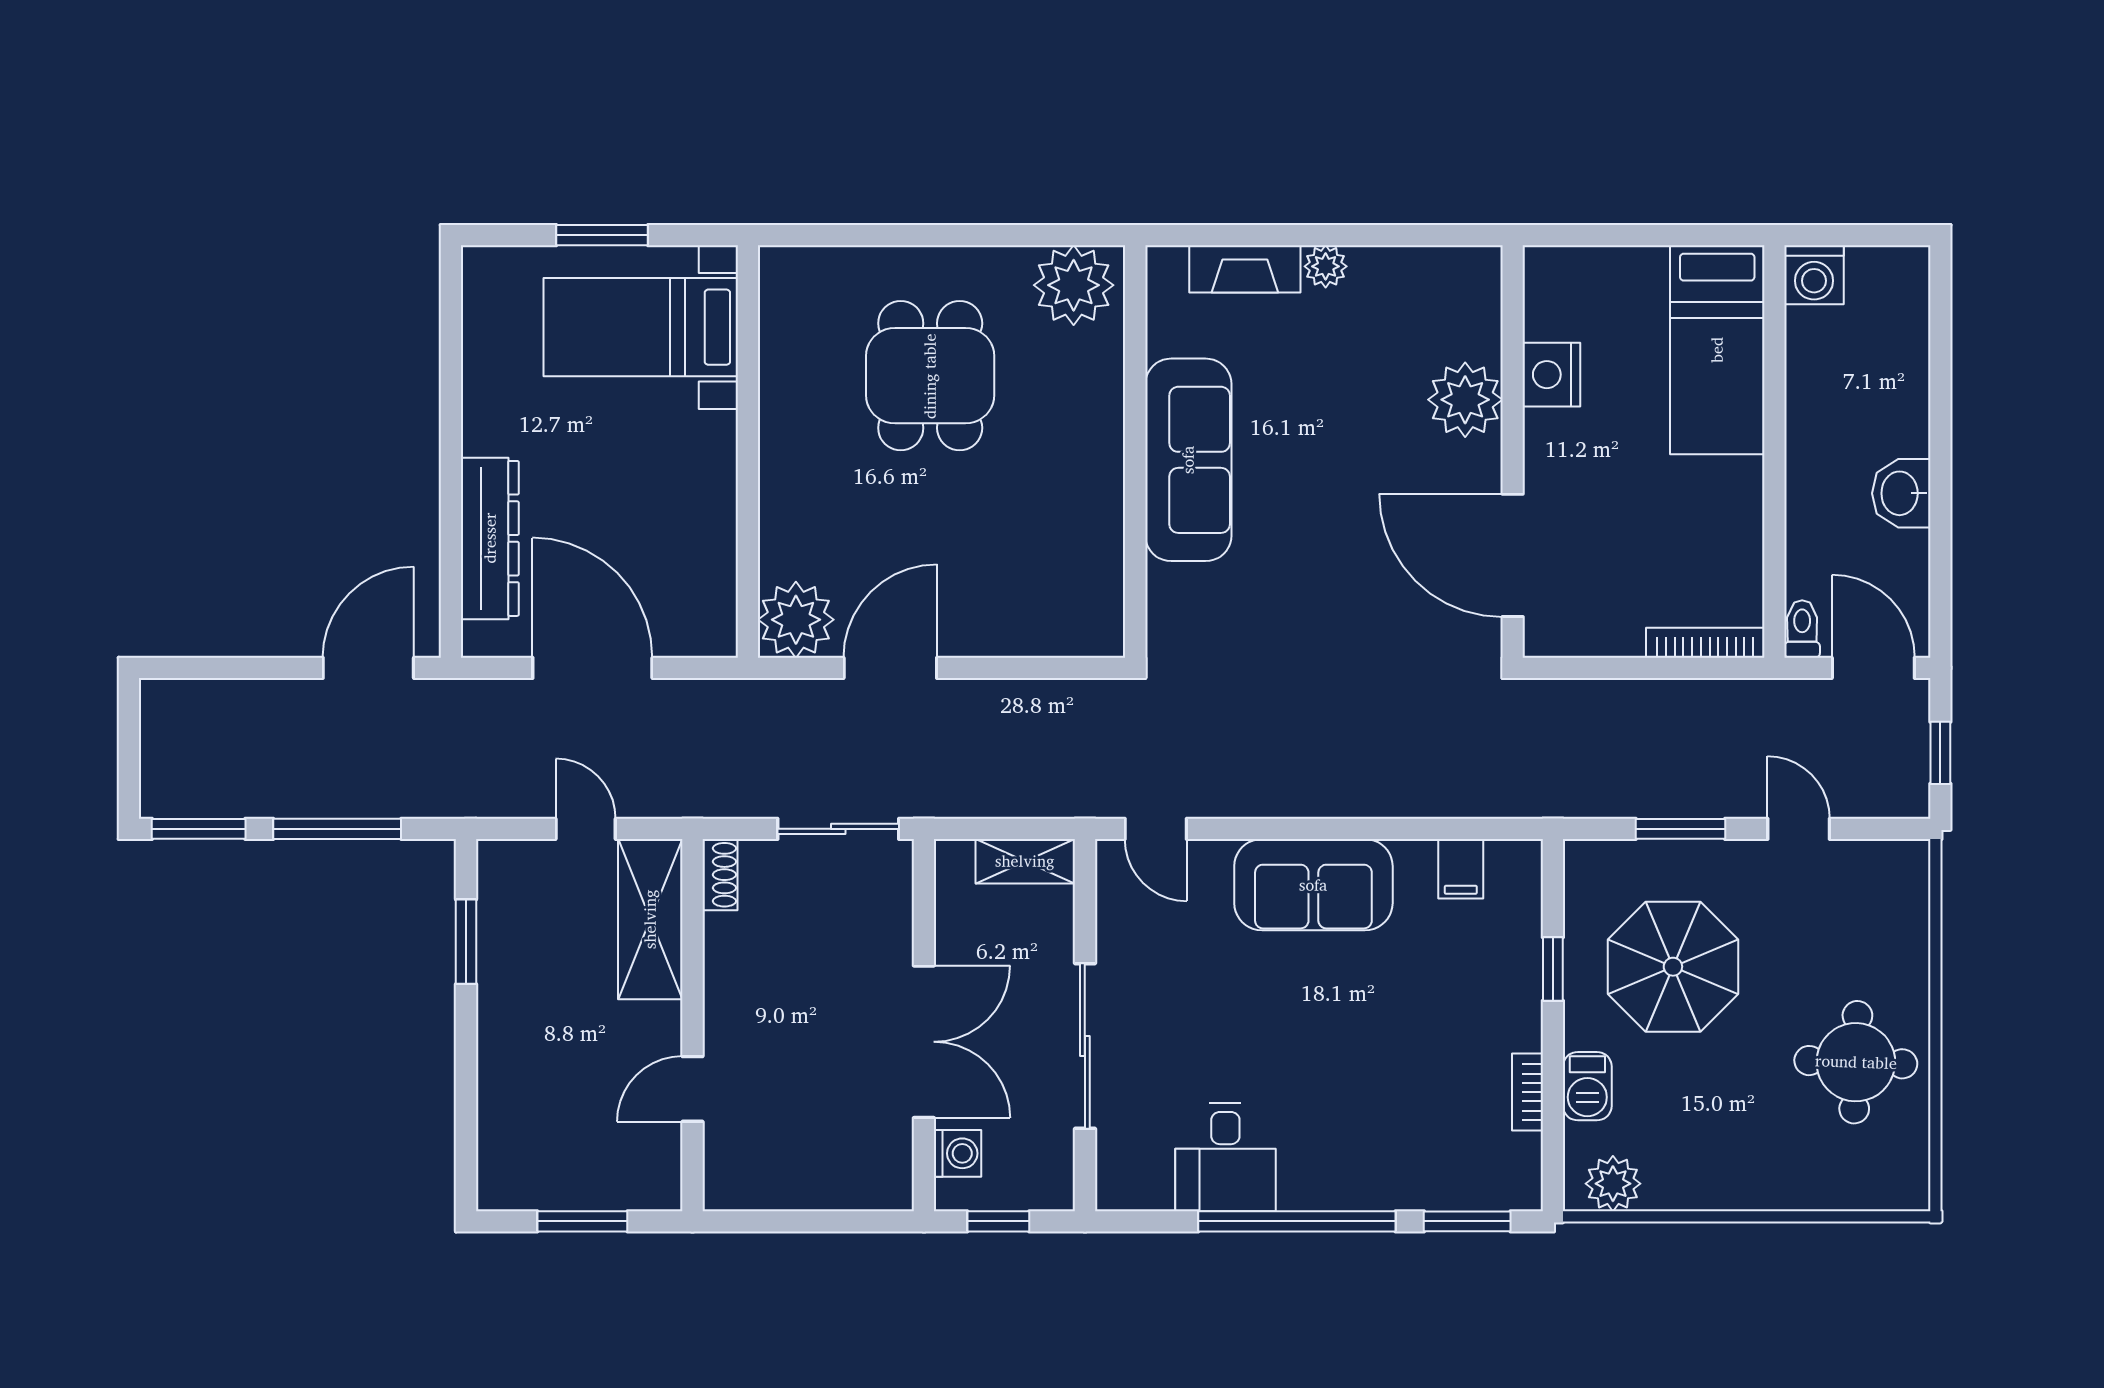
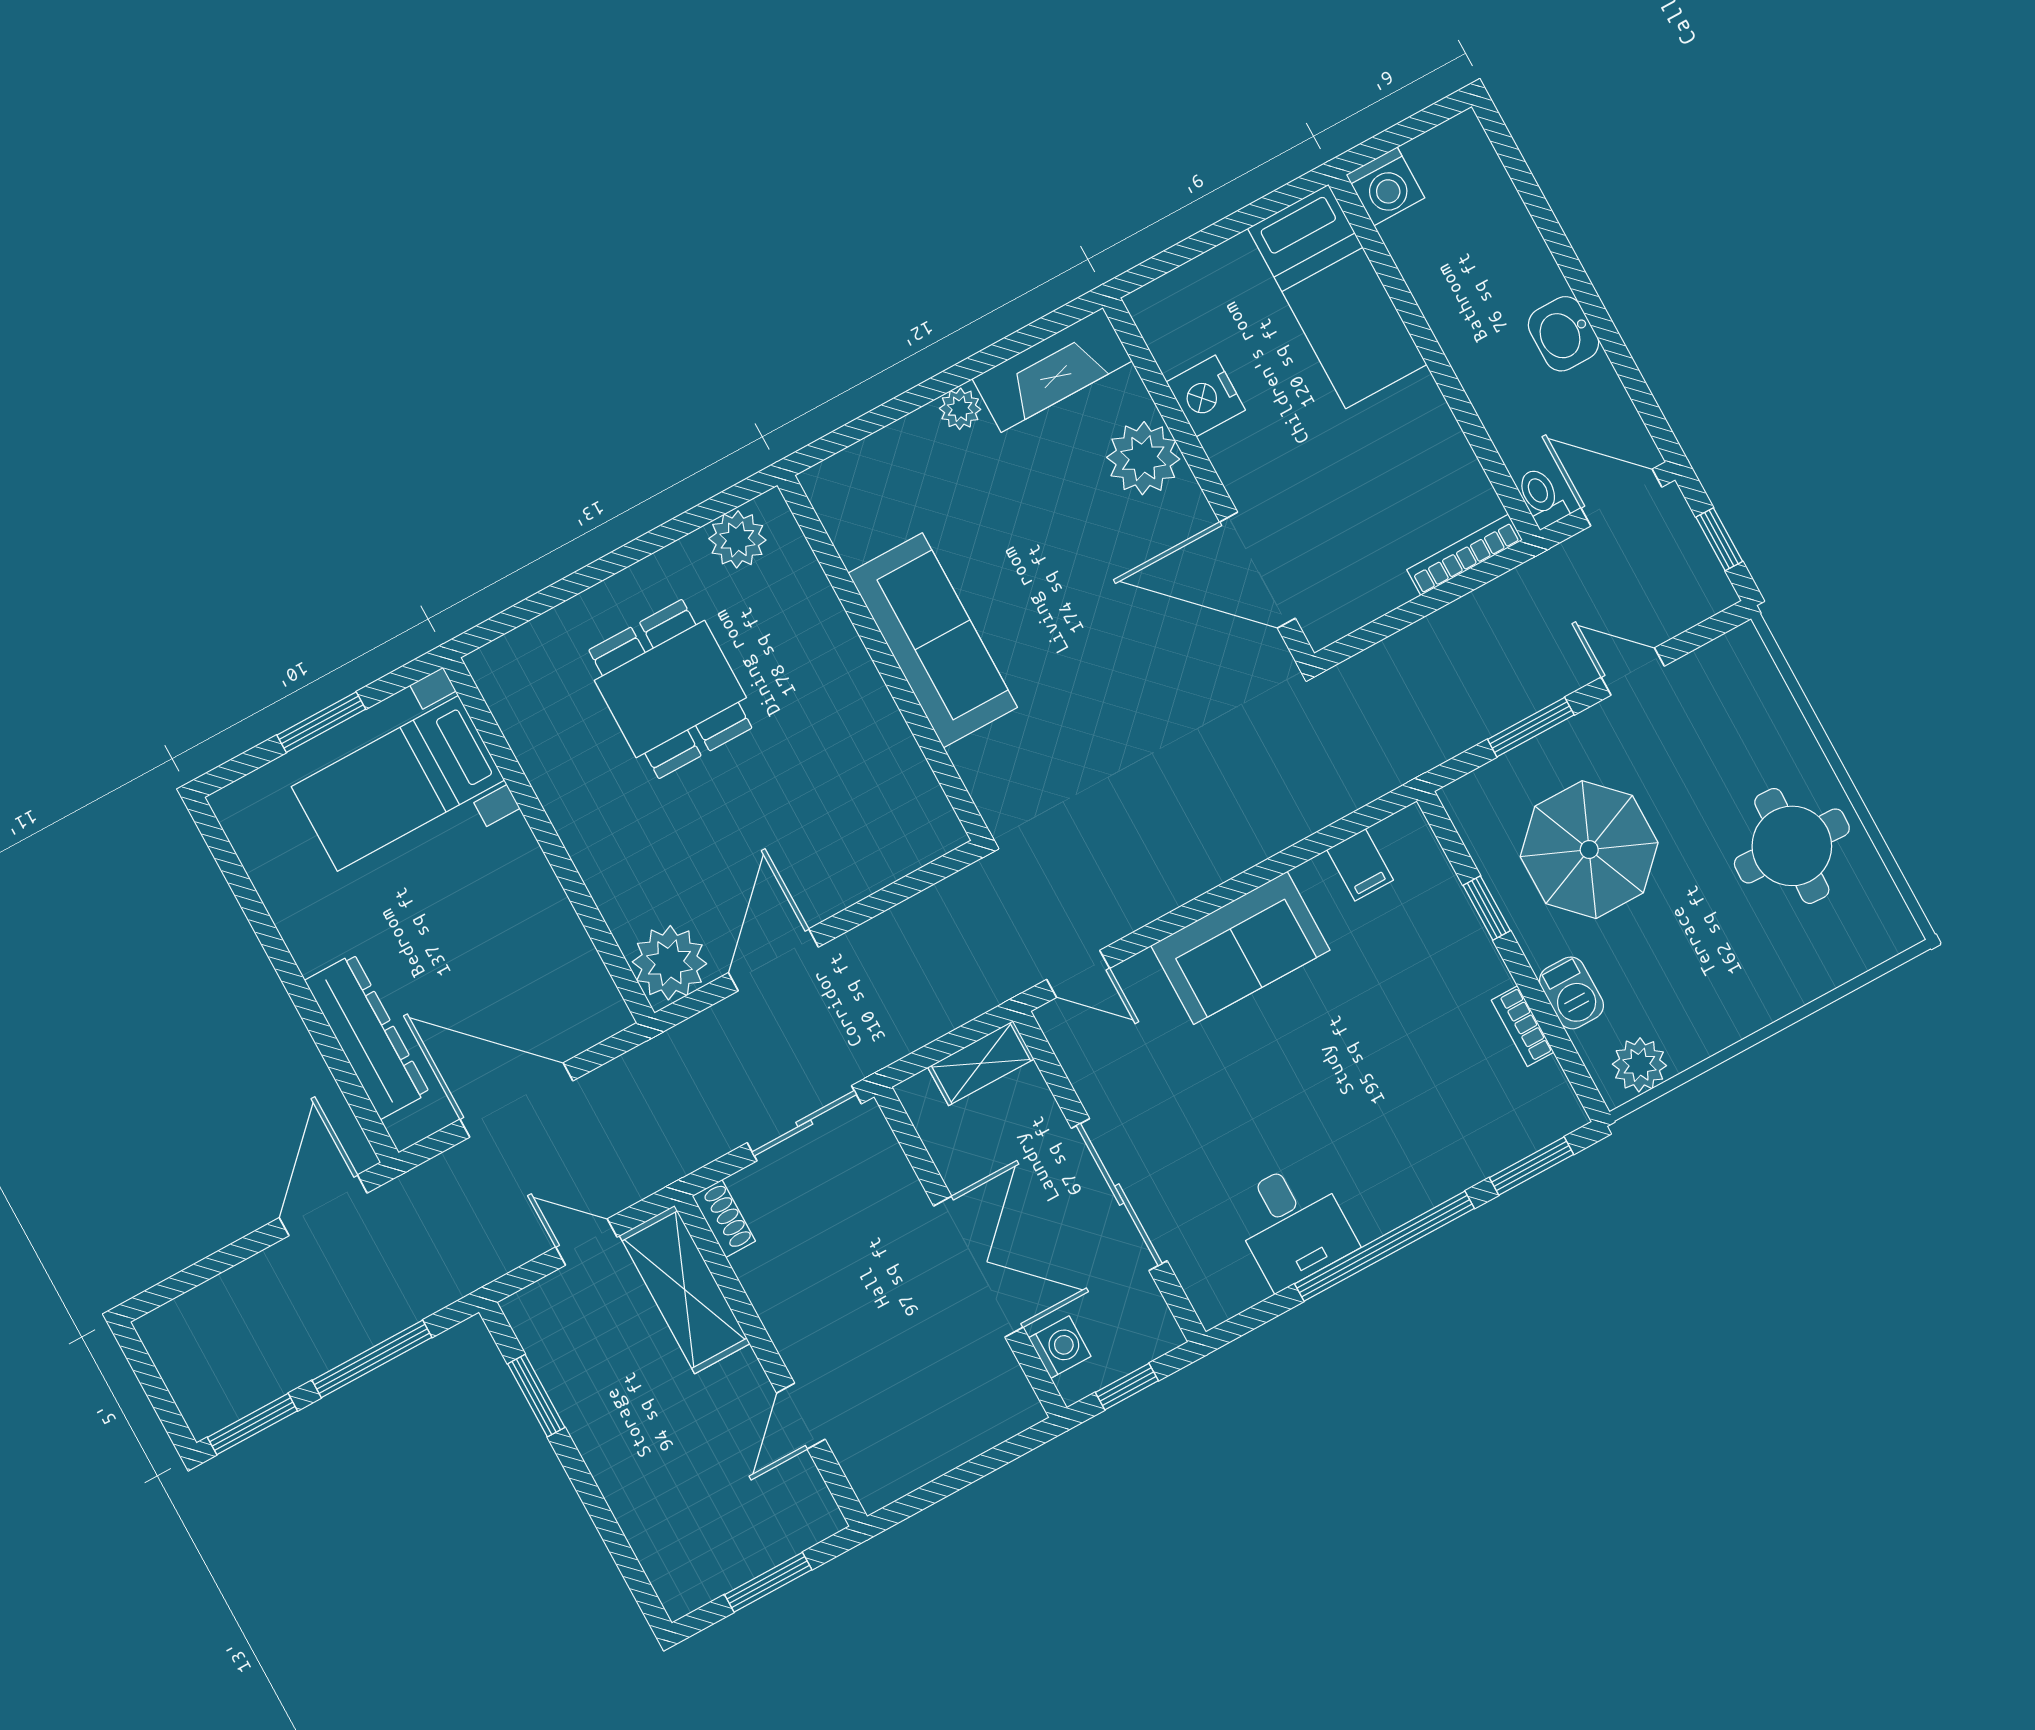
fireplace: (1245, 269) -> (1052, 370), moved, width x1.37, depth x1.32
plant: (1074, 285) -> (737, 539), width x0.73, depth x0.73

